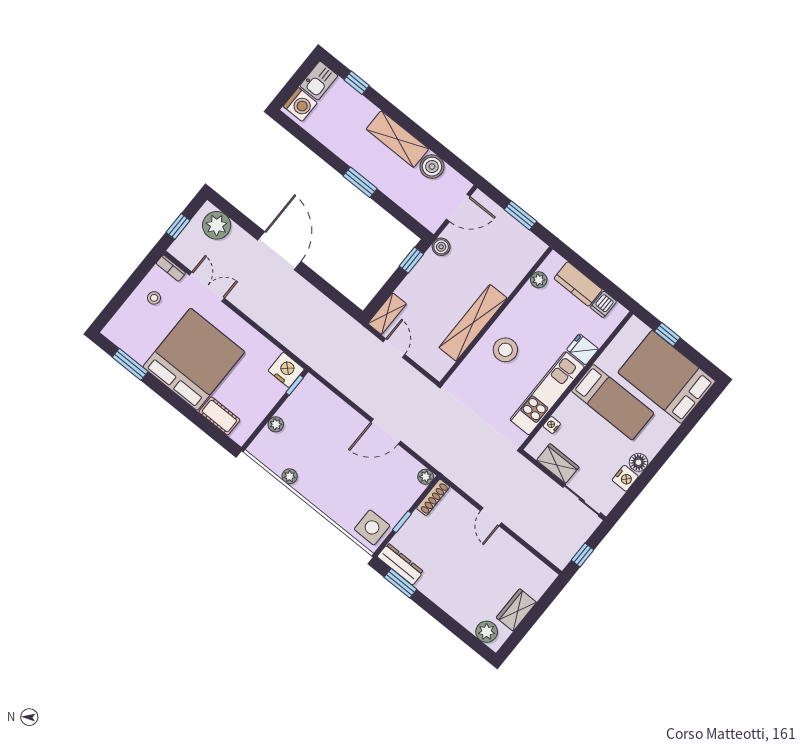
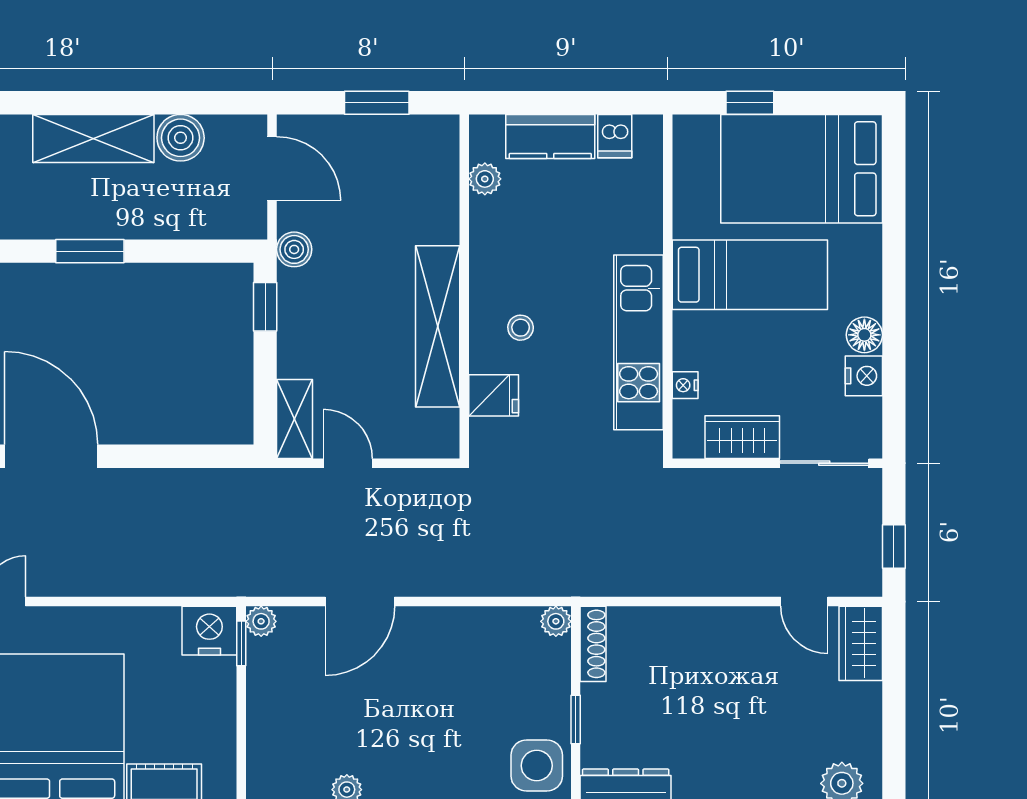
door: (458, 208) -> (272, 168), hinge flipped
fridge: (583, 349) -> (494, 395), moved, turned 180
stool: (505, 350) -> (521, 328), width x0.53, depth x0.53
plant: (276, 424) -> (261, 621), moved
door: (386, 432) -> (360, 602), moved
door: (491, 517) -> (804, 602), moved
wardrobe: (516, 610) -> (861, 643), moved

